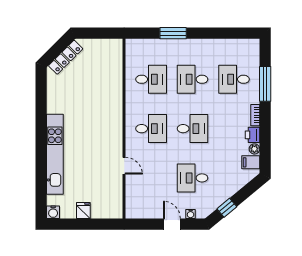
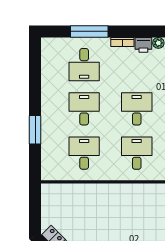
desk: (193, 79) -> (84, 109), turned 180

